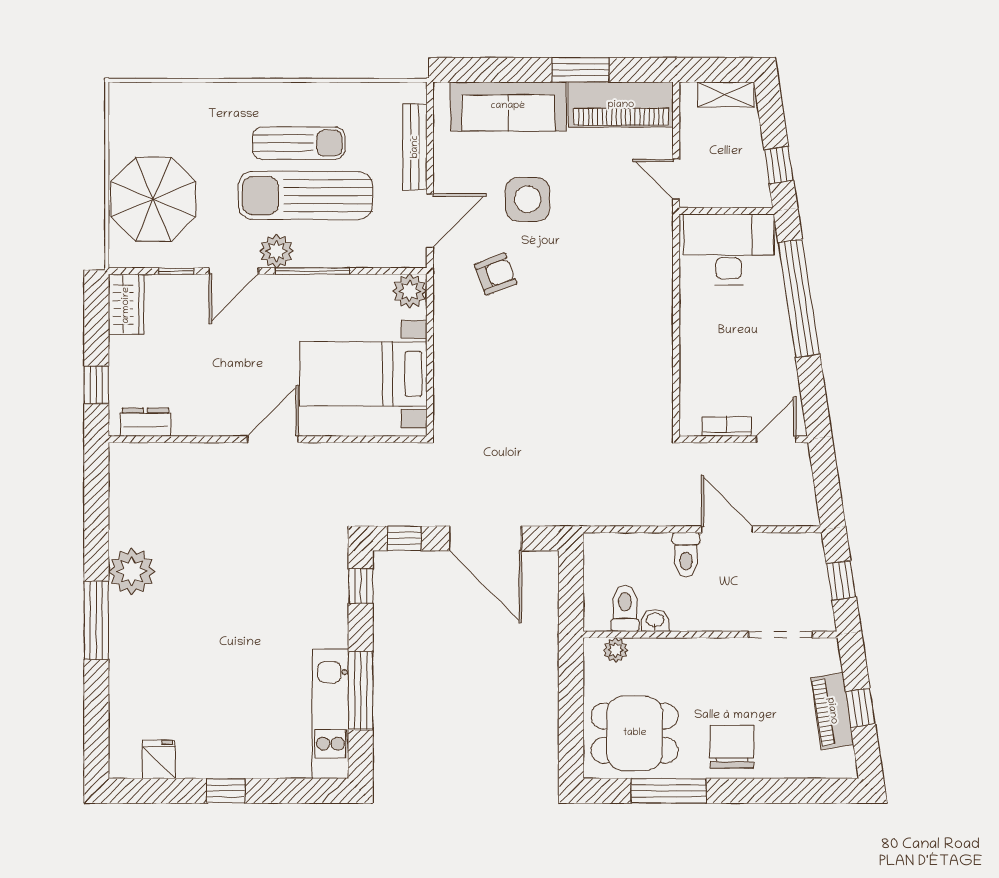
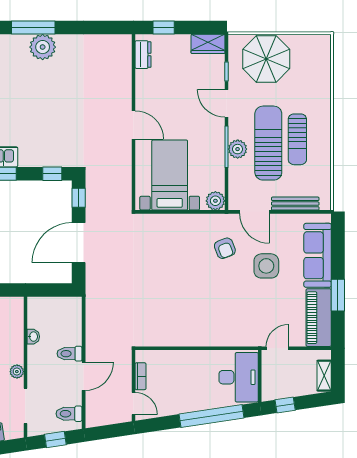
plant: (277, 251) -> (238, 149), moved
plant: (132, 571) -> (43, 47), moved
toilet: (625, 608) -> (69, 414), moved, turned 180
plant: (616, 650) -> (17, 372), moved

